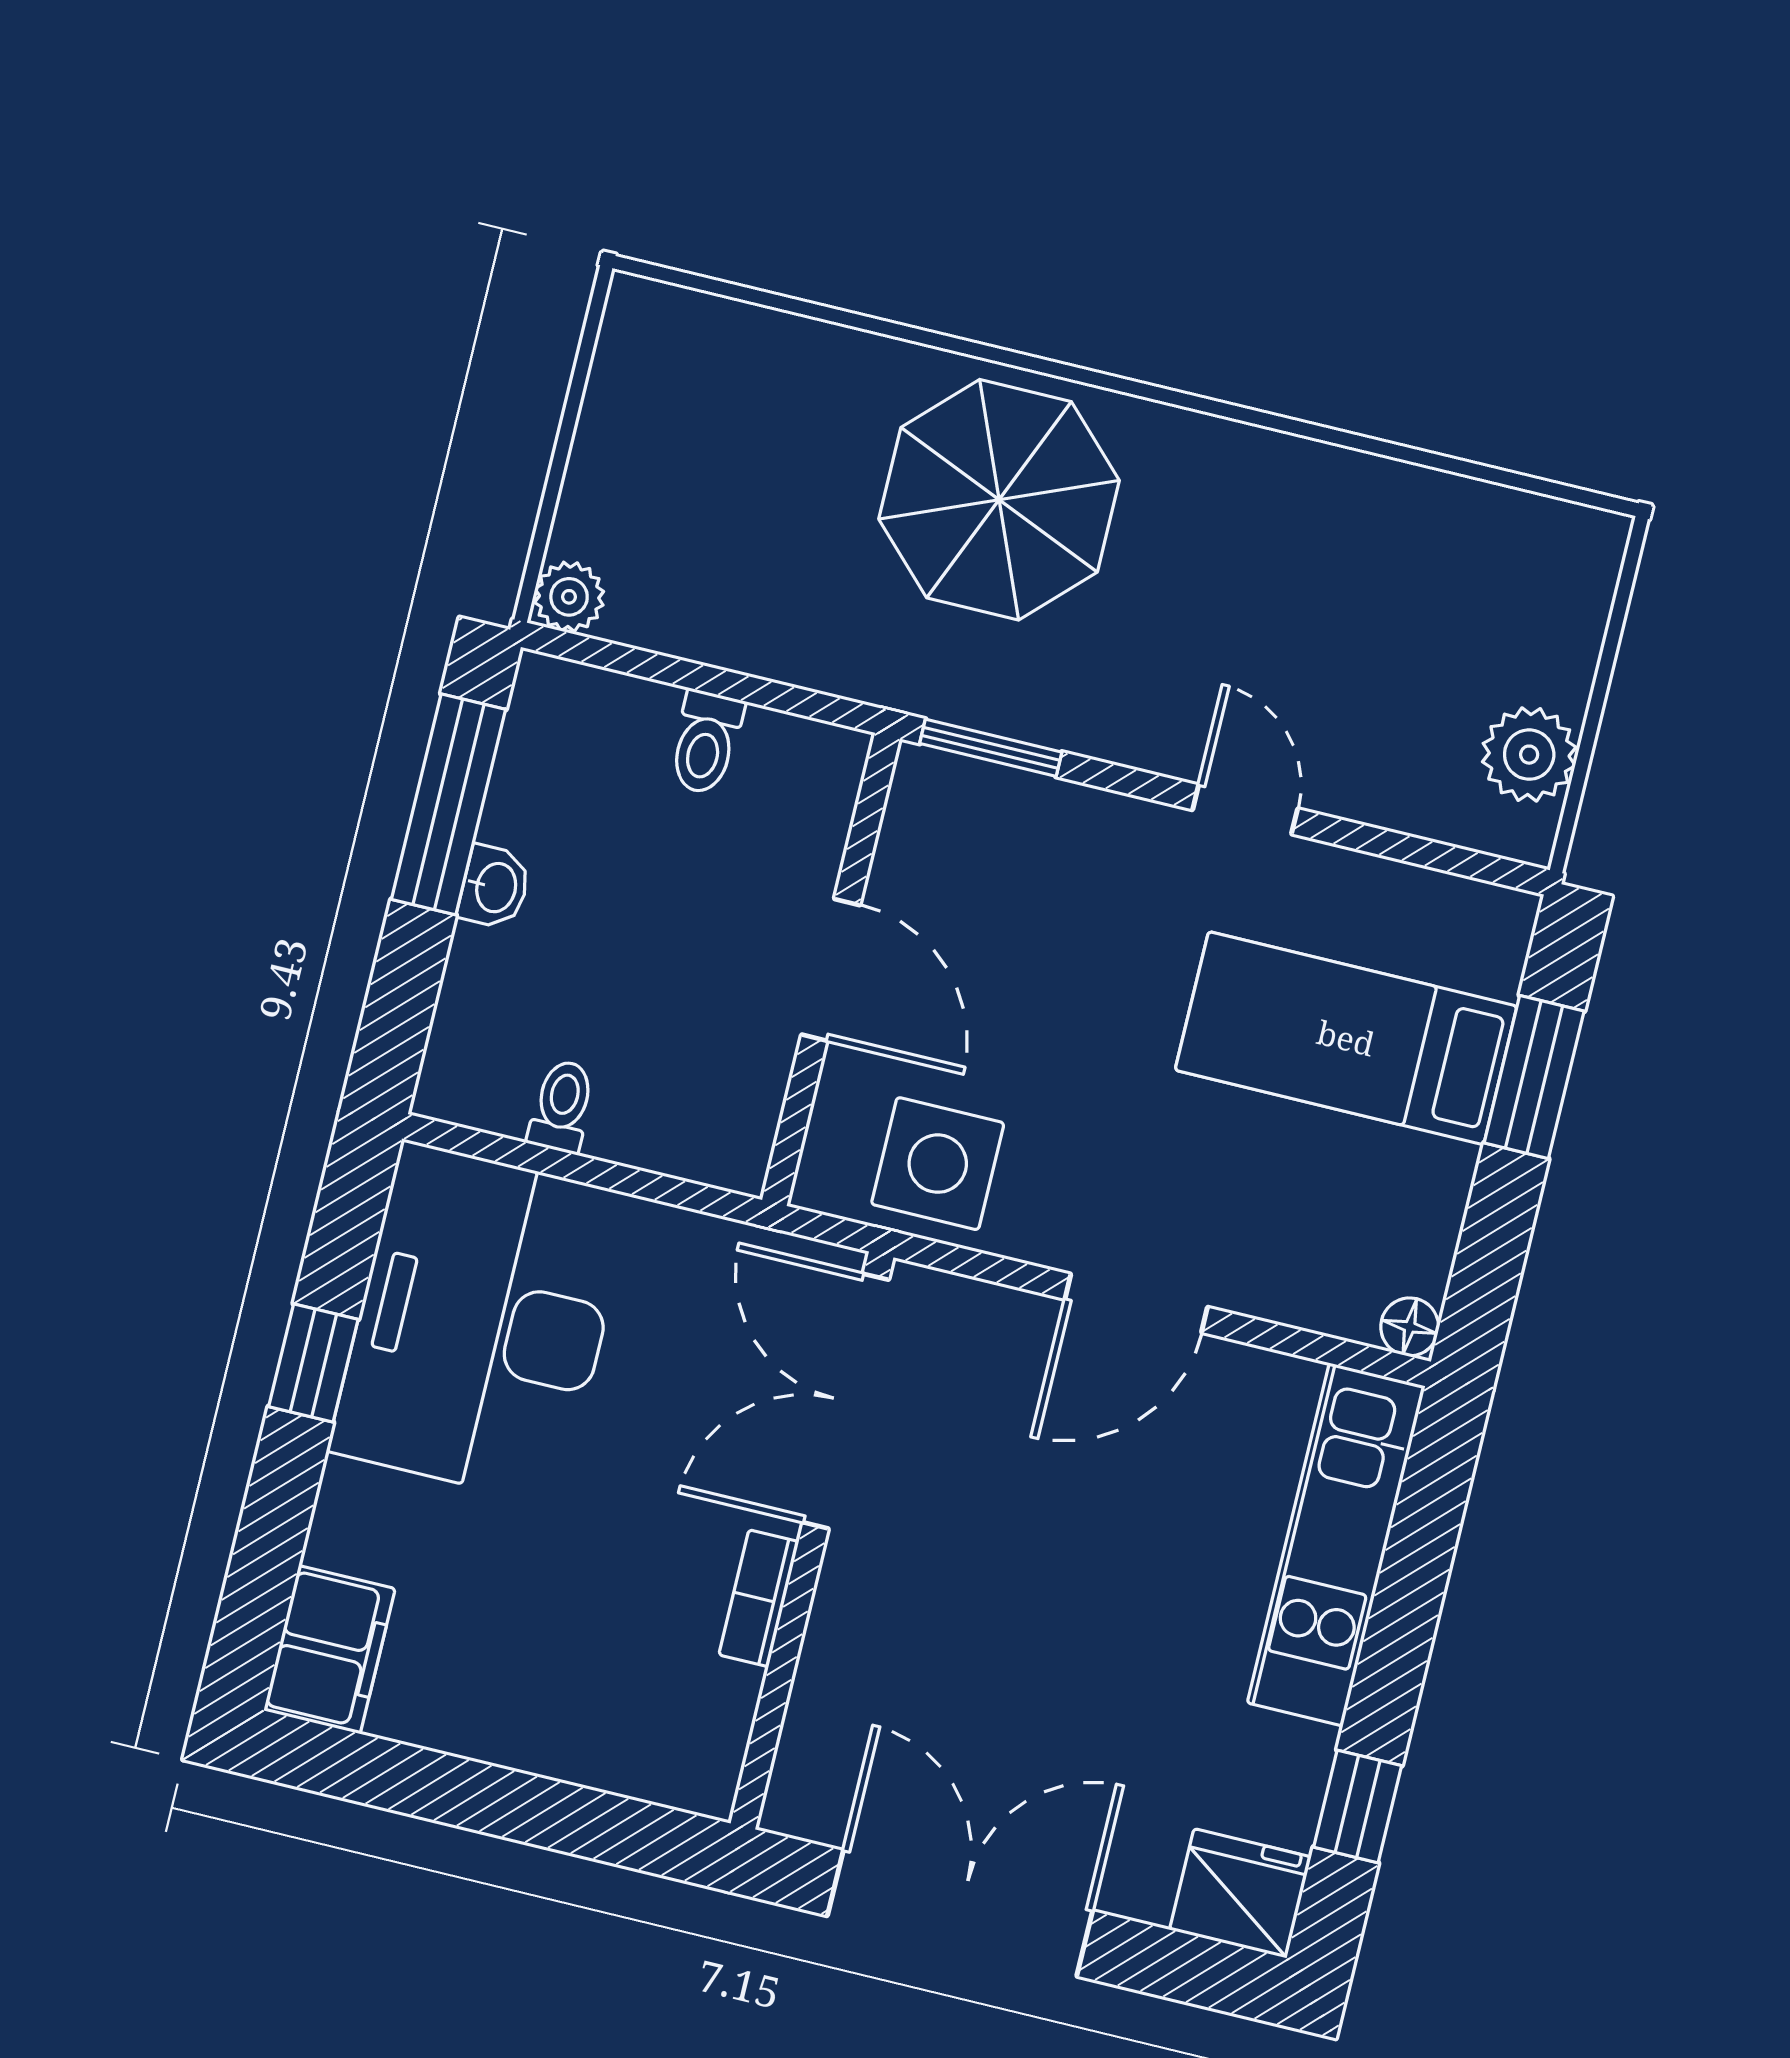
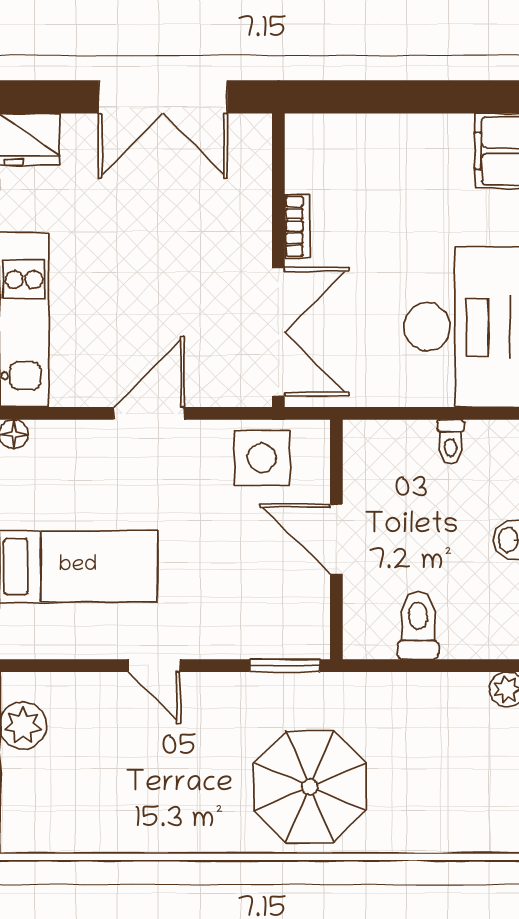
toilet: (706, 742) -> (418, 625), width x1.37, depth x1.39

